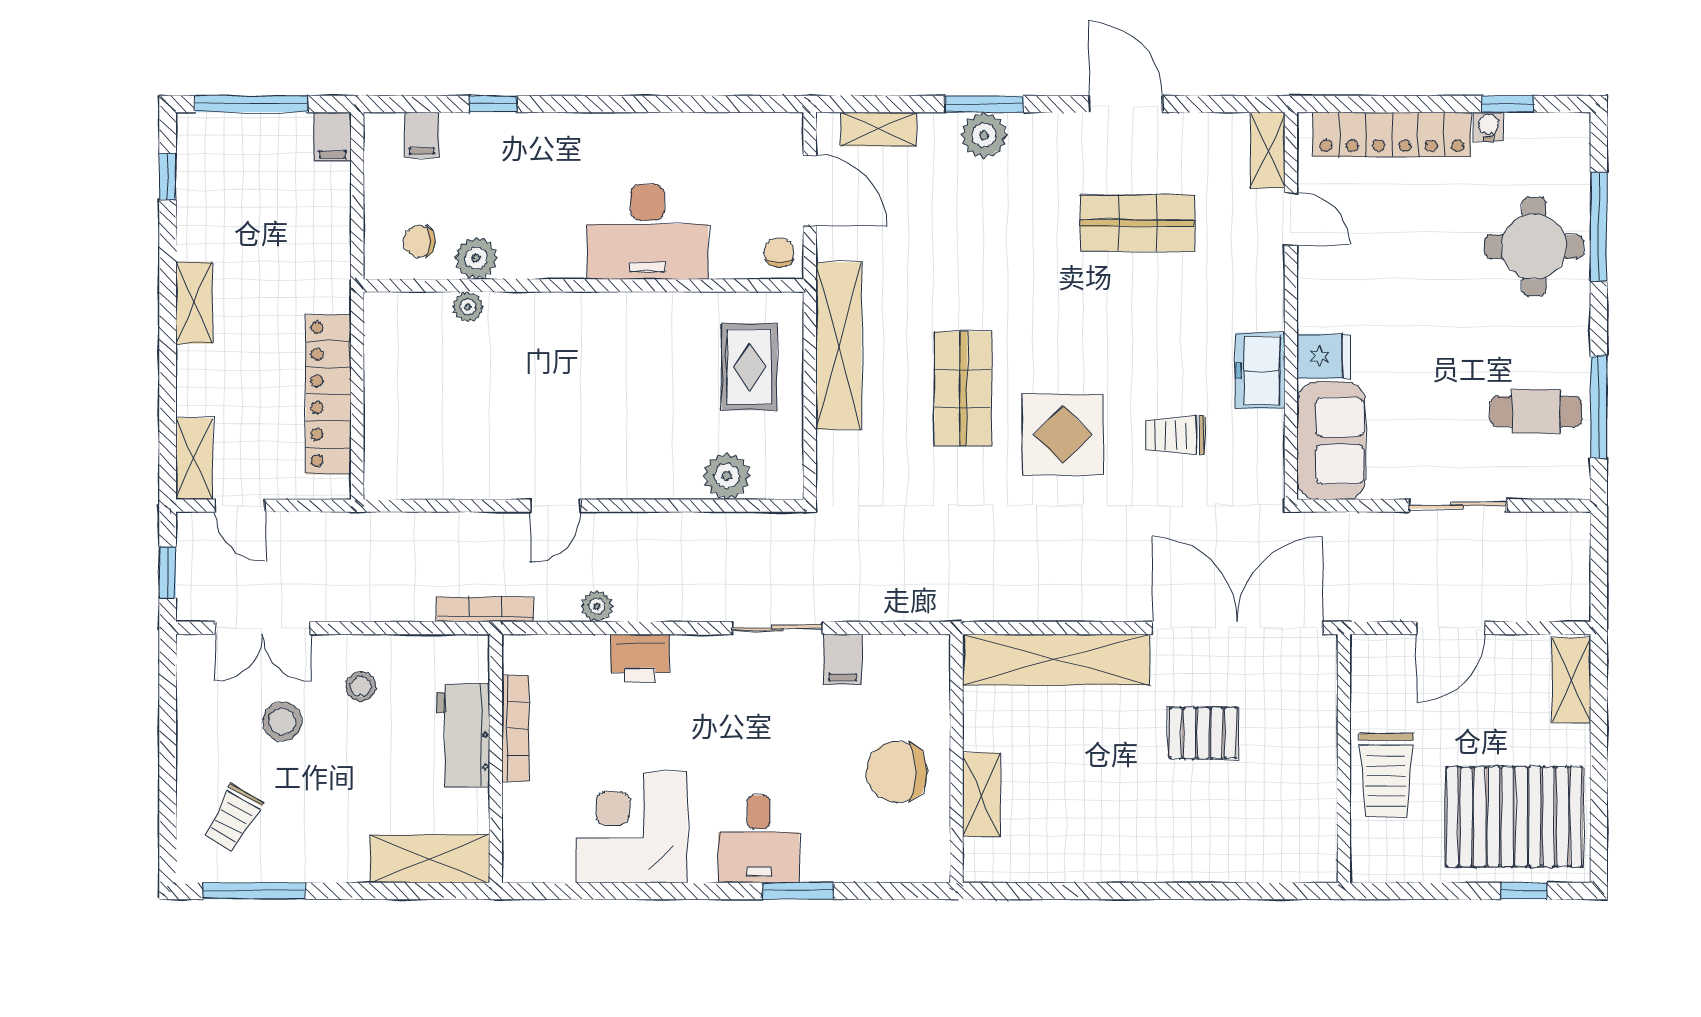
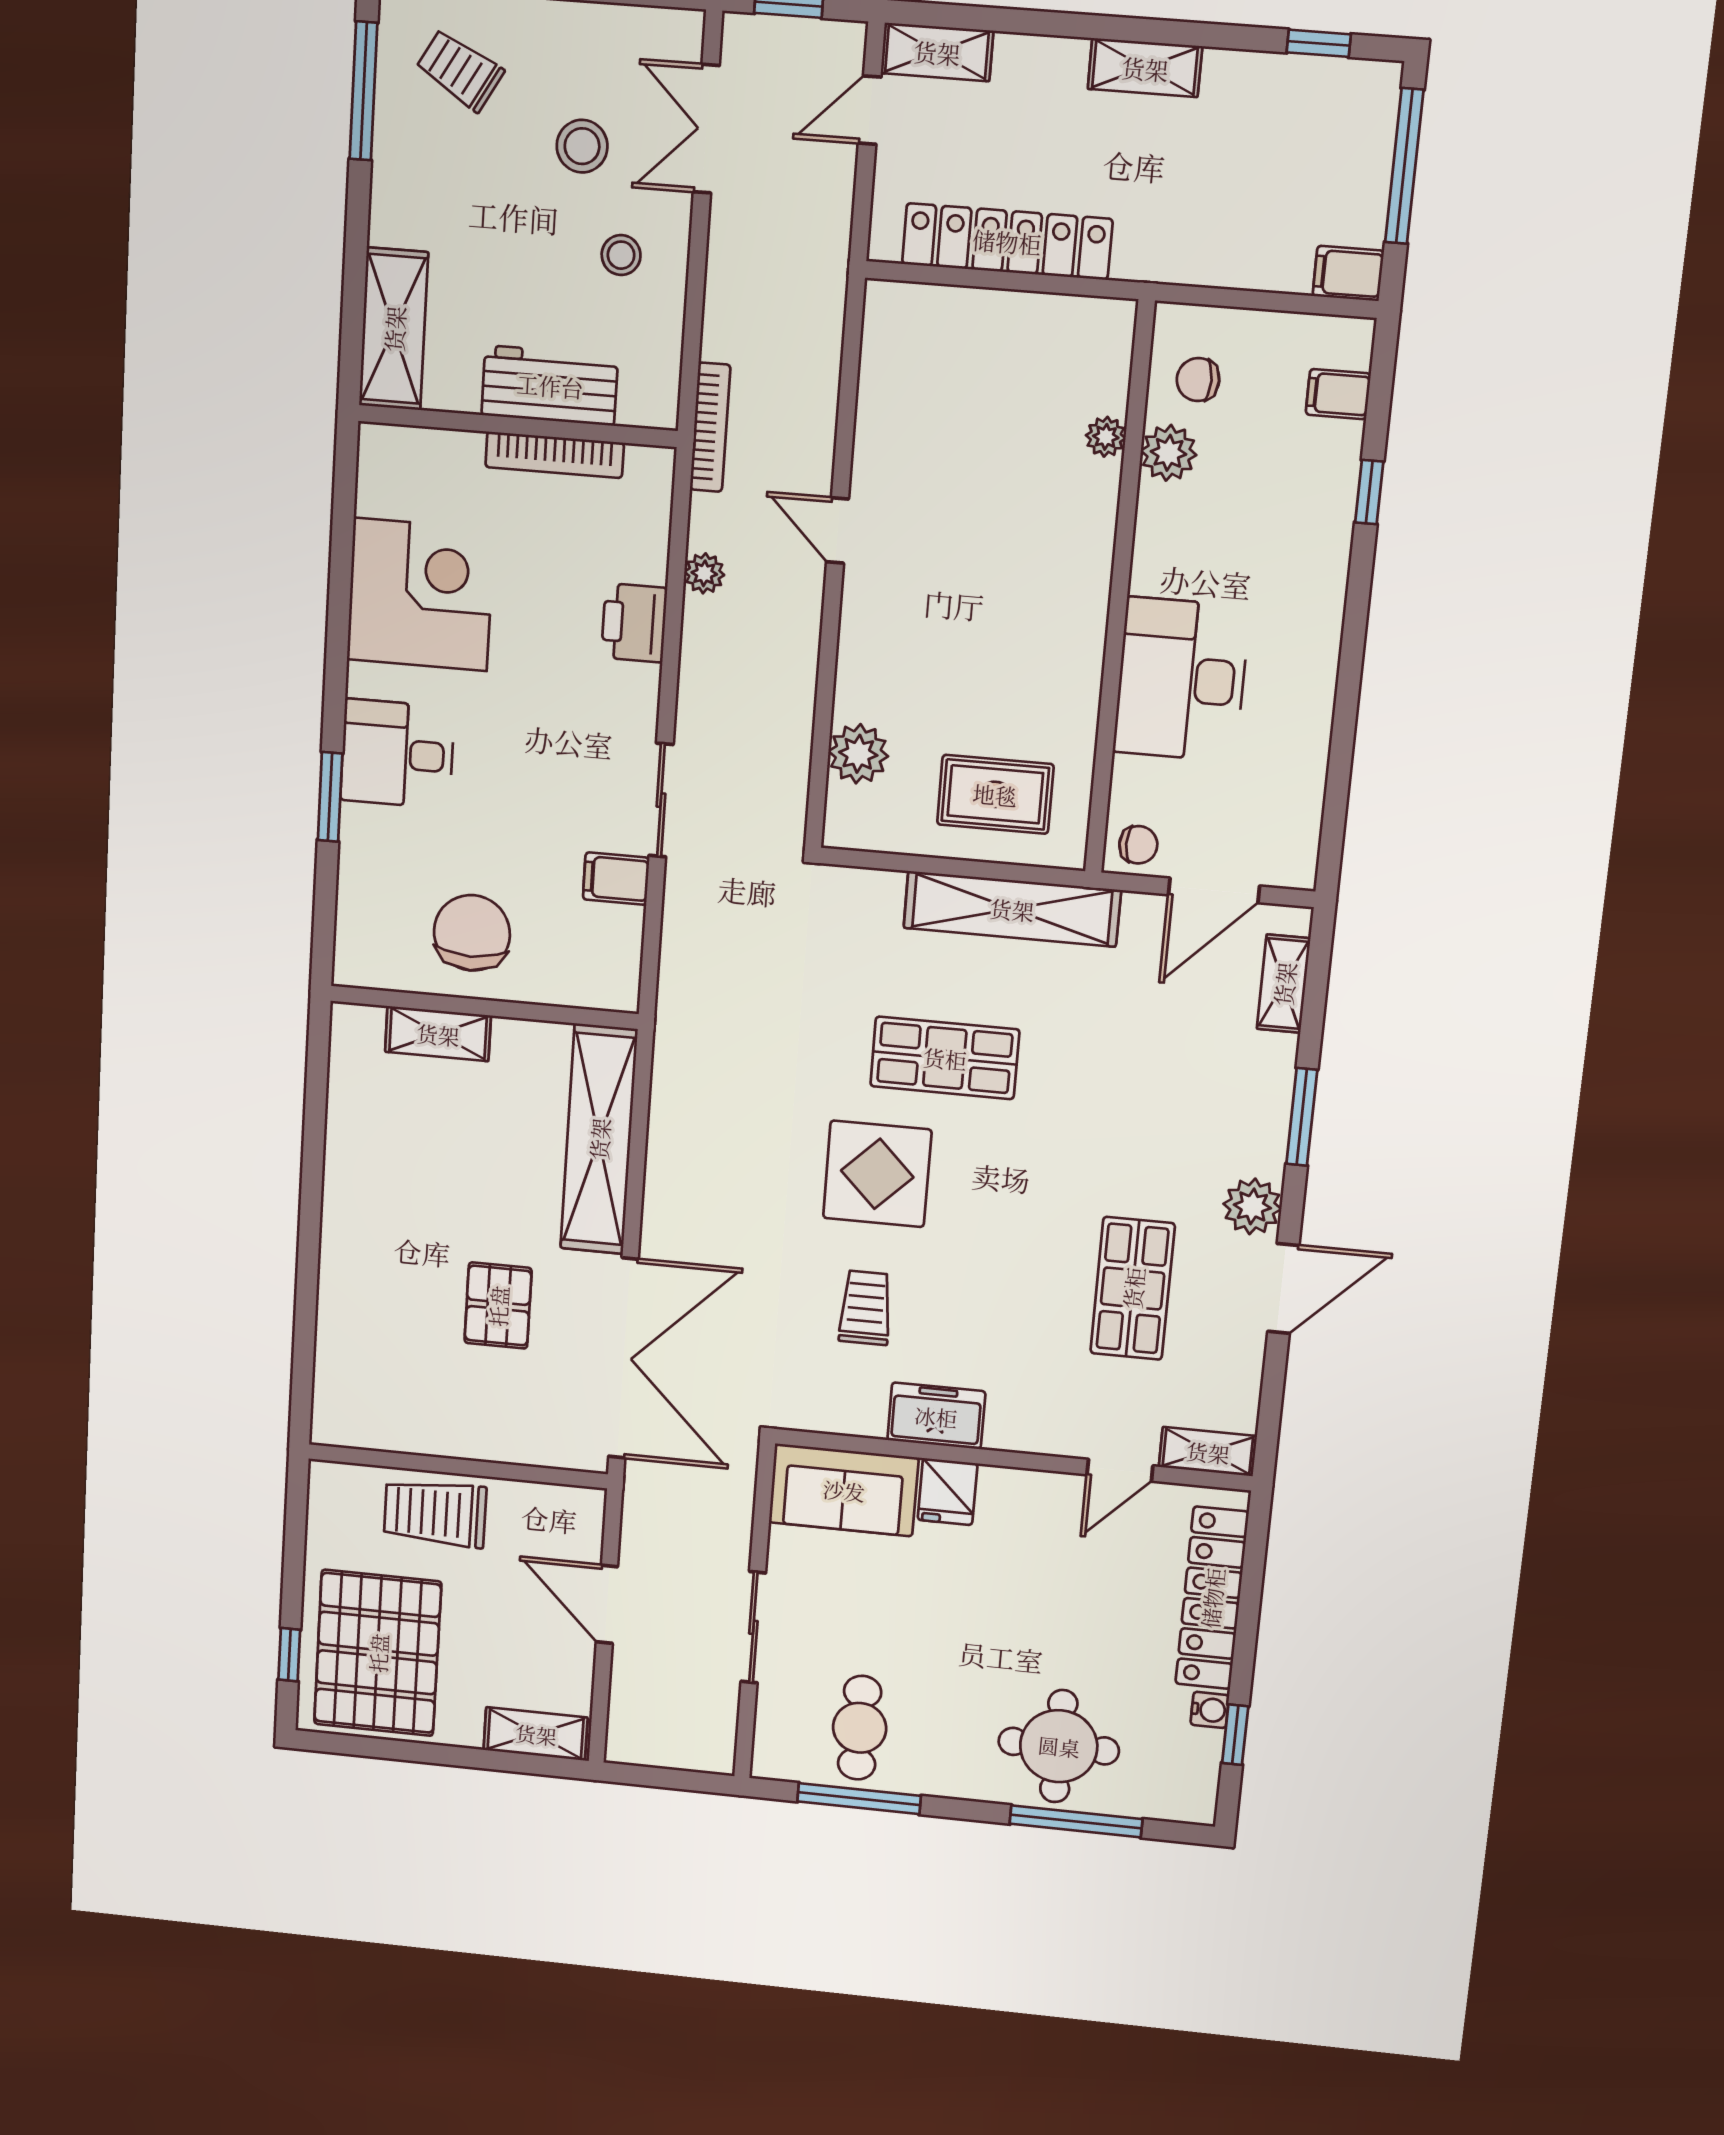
plant: (984, 135) -> (1252, 1206), moved
chair: (419, 241) -> (1198, 380), turned -90

